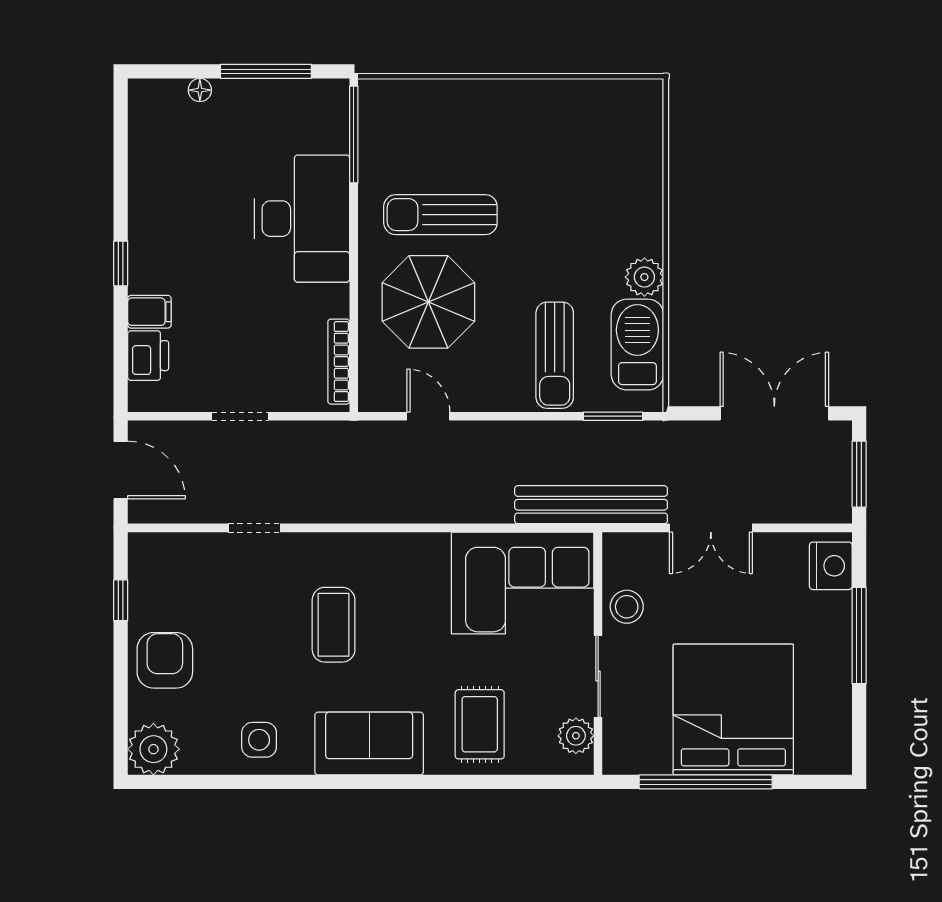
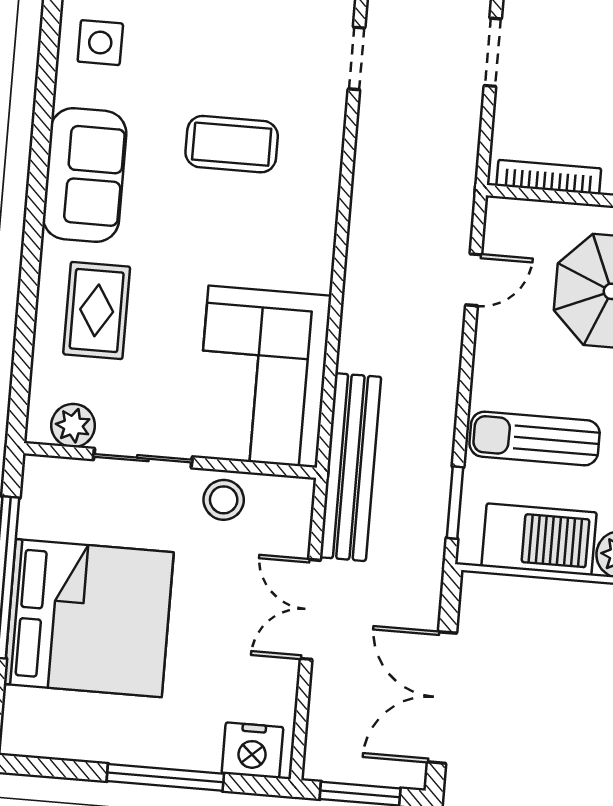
double door: (774, 413) -> (442, 698), swing flipped
rug: (480, 724) -> (97, 310), turned 90

